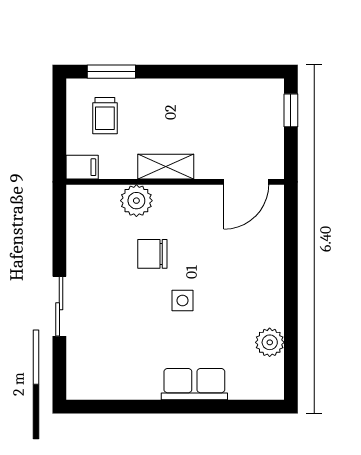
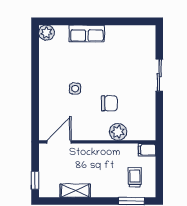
shelving: (166, 167) -> (75, 191), moved
side table: (183, 301) -> (75, 89), moved
plant: (270, 342) -> (46, 33), moved

